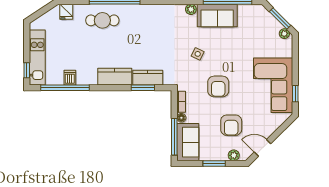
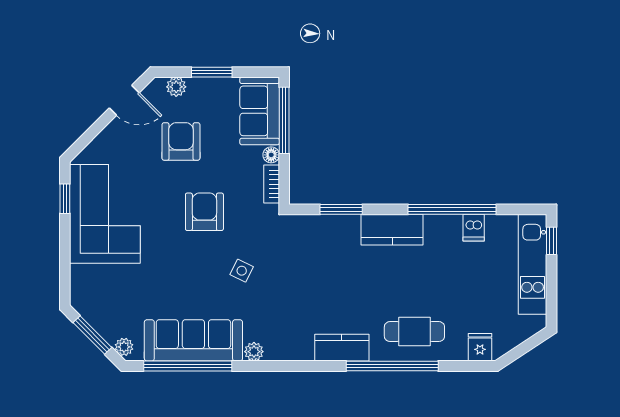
sofa: (217, 16) -> (193, 340), width x1.36
plant: (284, 34) -> (124, 347), moved
kitchen counter: (148, 78) -> (342, 348), moved, turned 180
window: (65, 88) -> (452, 209), moved

